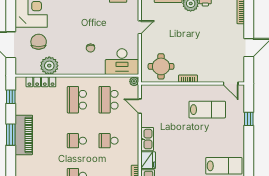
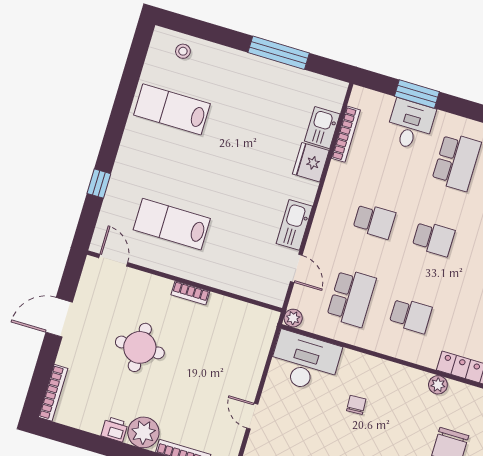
door: (140, 27) -> (252, 416), hinge flipped
plant: (49, 66) -> (438, 385), width x0.53, depth x0.53
round table: (161, 66) -> (140, 347), moved
school desk: (77, 100) -> (411, 315), width x0.54
kitchen sink: (147, 139) -> (294, 225), moved

